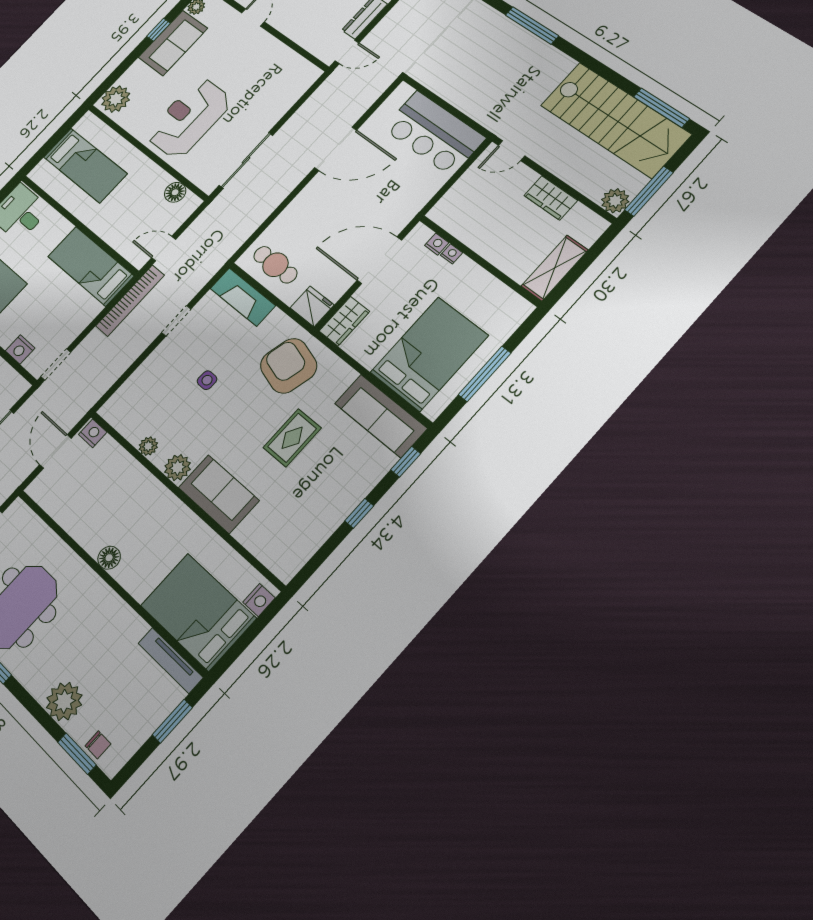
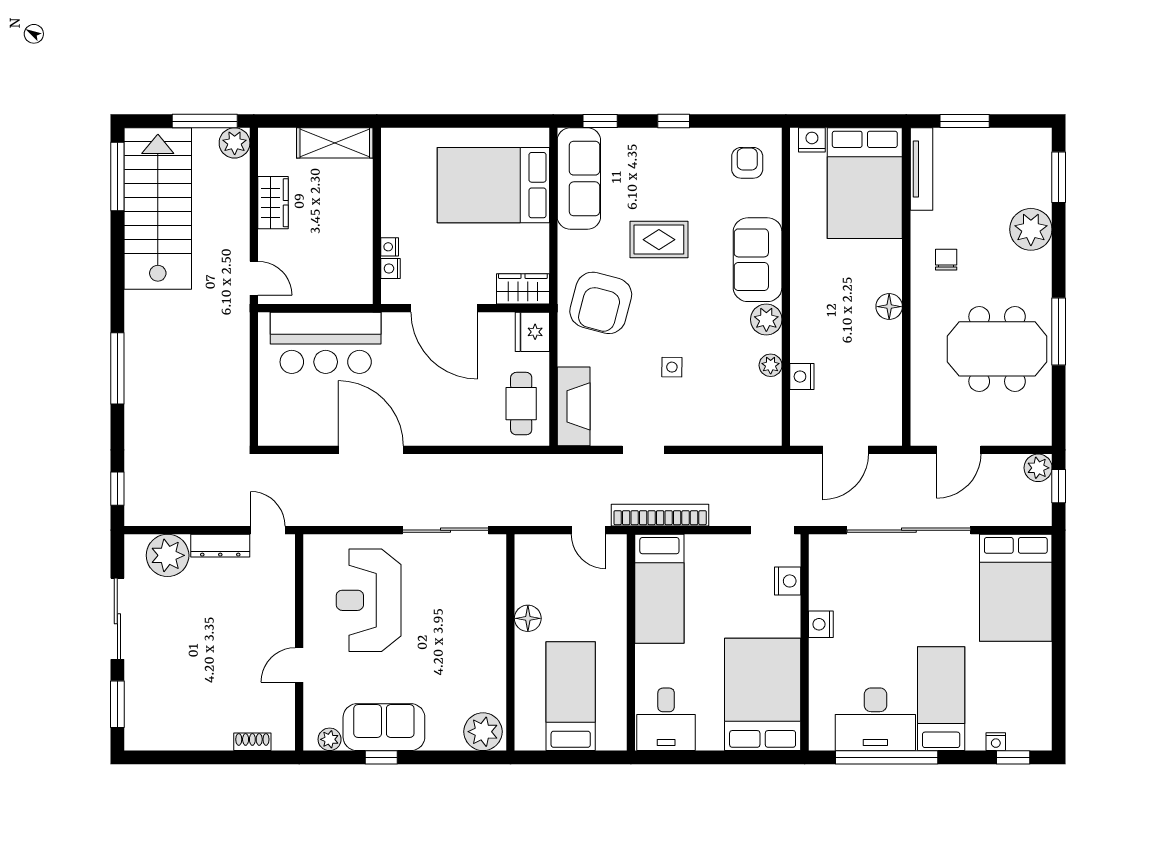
reception desk: (189, 118) -> (369, 600), moved, turned 90
bar counter: (434, 133) -> (326, 343), moved, turned 90
floor lamp: (175, 192) -> (528, 618), moved
window: (485, 374) -> (473, 121), removed
nightstand: (93, 433) -> (802, 377), moved
armchair: (286, 541) -> (747, 163), added
chair: (98, 745) -> (946, 260), moved

